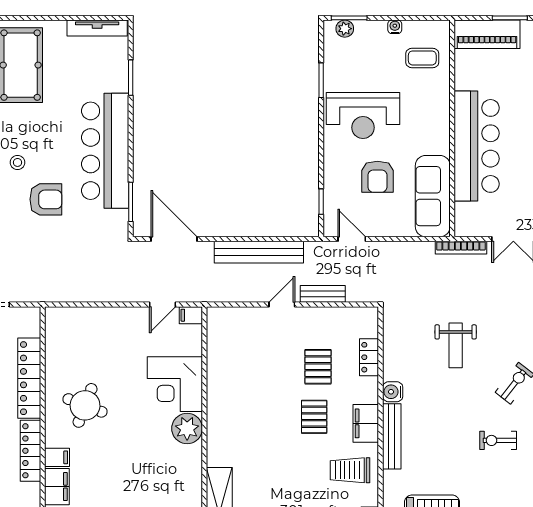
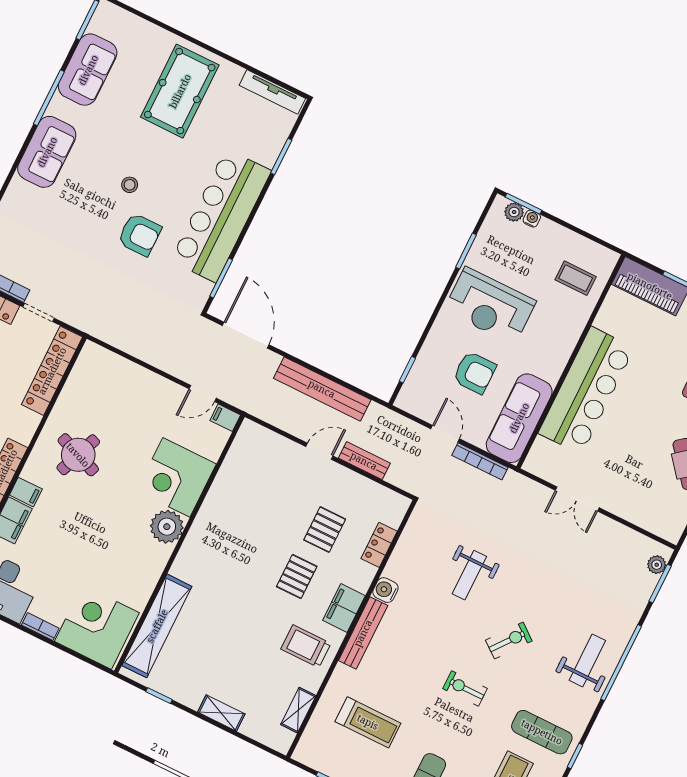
water cooler: (395, 27) -> (532, 219), moved
armchair: (377, 177) -> (474, 373), turned -90
door: (352, 239) -> (445, 434), moved
bookcase: (461, 248) -> (480, 461), moved
locker: (29, 378) -> (52, 371), moved

